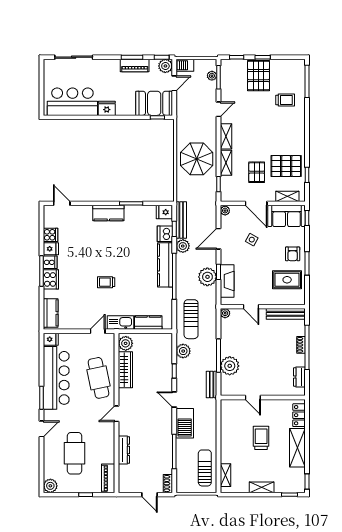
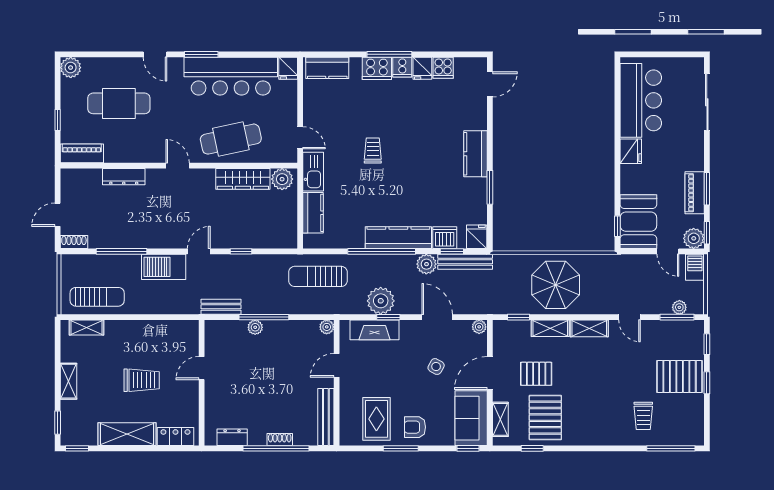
plant: (183, 351) -> (271, 265), removed
plant: (230, 366) -> (255, 327), width x0.53, depth x0.53

